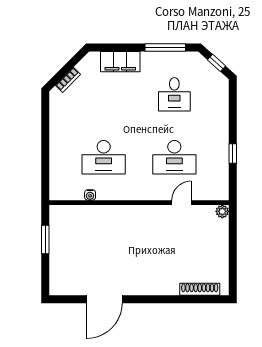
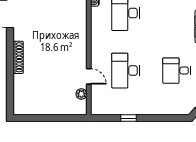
plant: (222, 211) -> (81, 94), moved
shoe rack: (200, 289) -> (18, 57), moved

